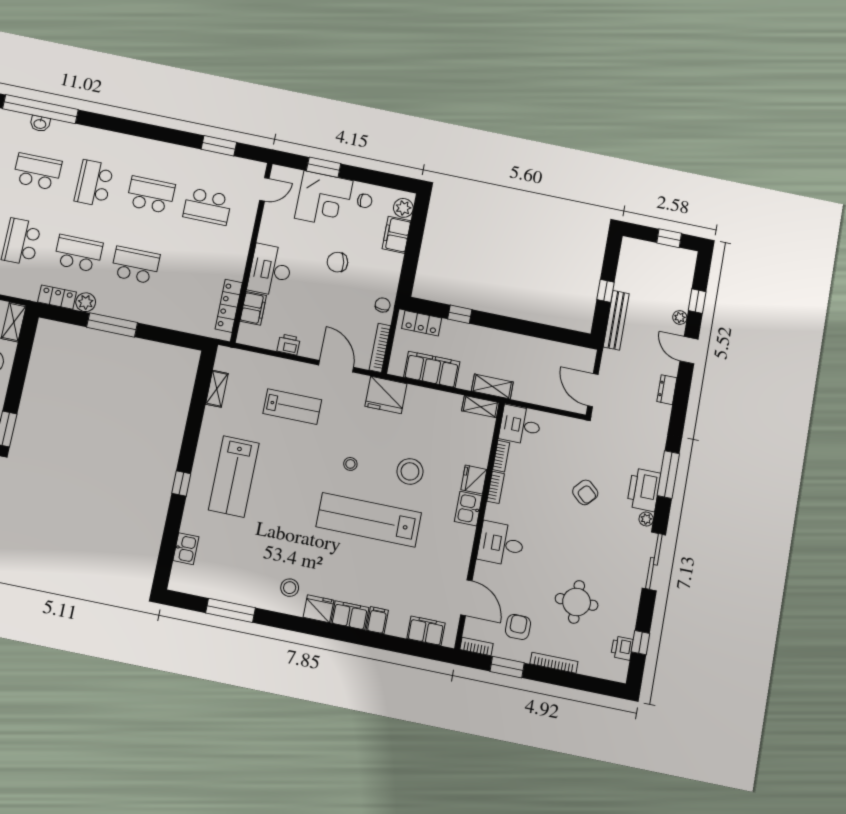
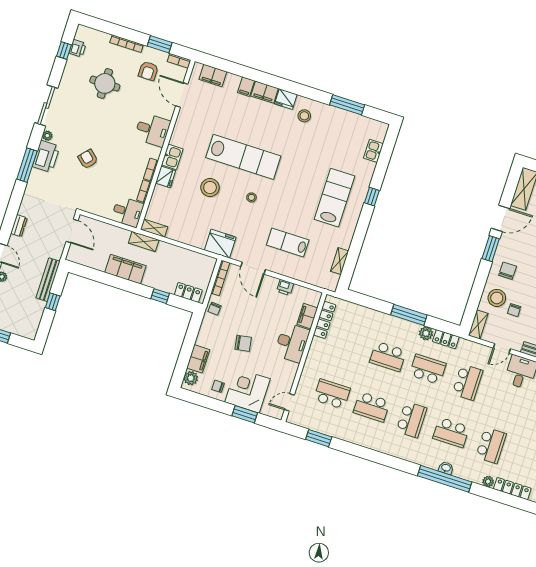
school desk: (78, 253) -> (428, 369), turned 180
filing cabinet: (432, 369) -> (125, 269), moved, turned 180

